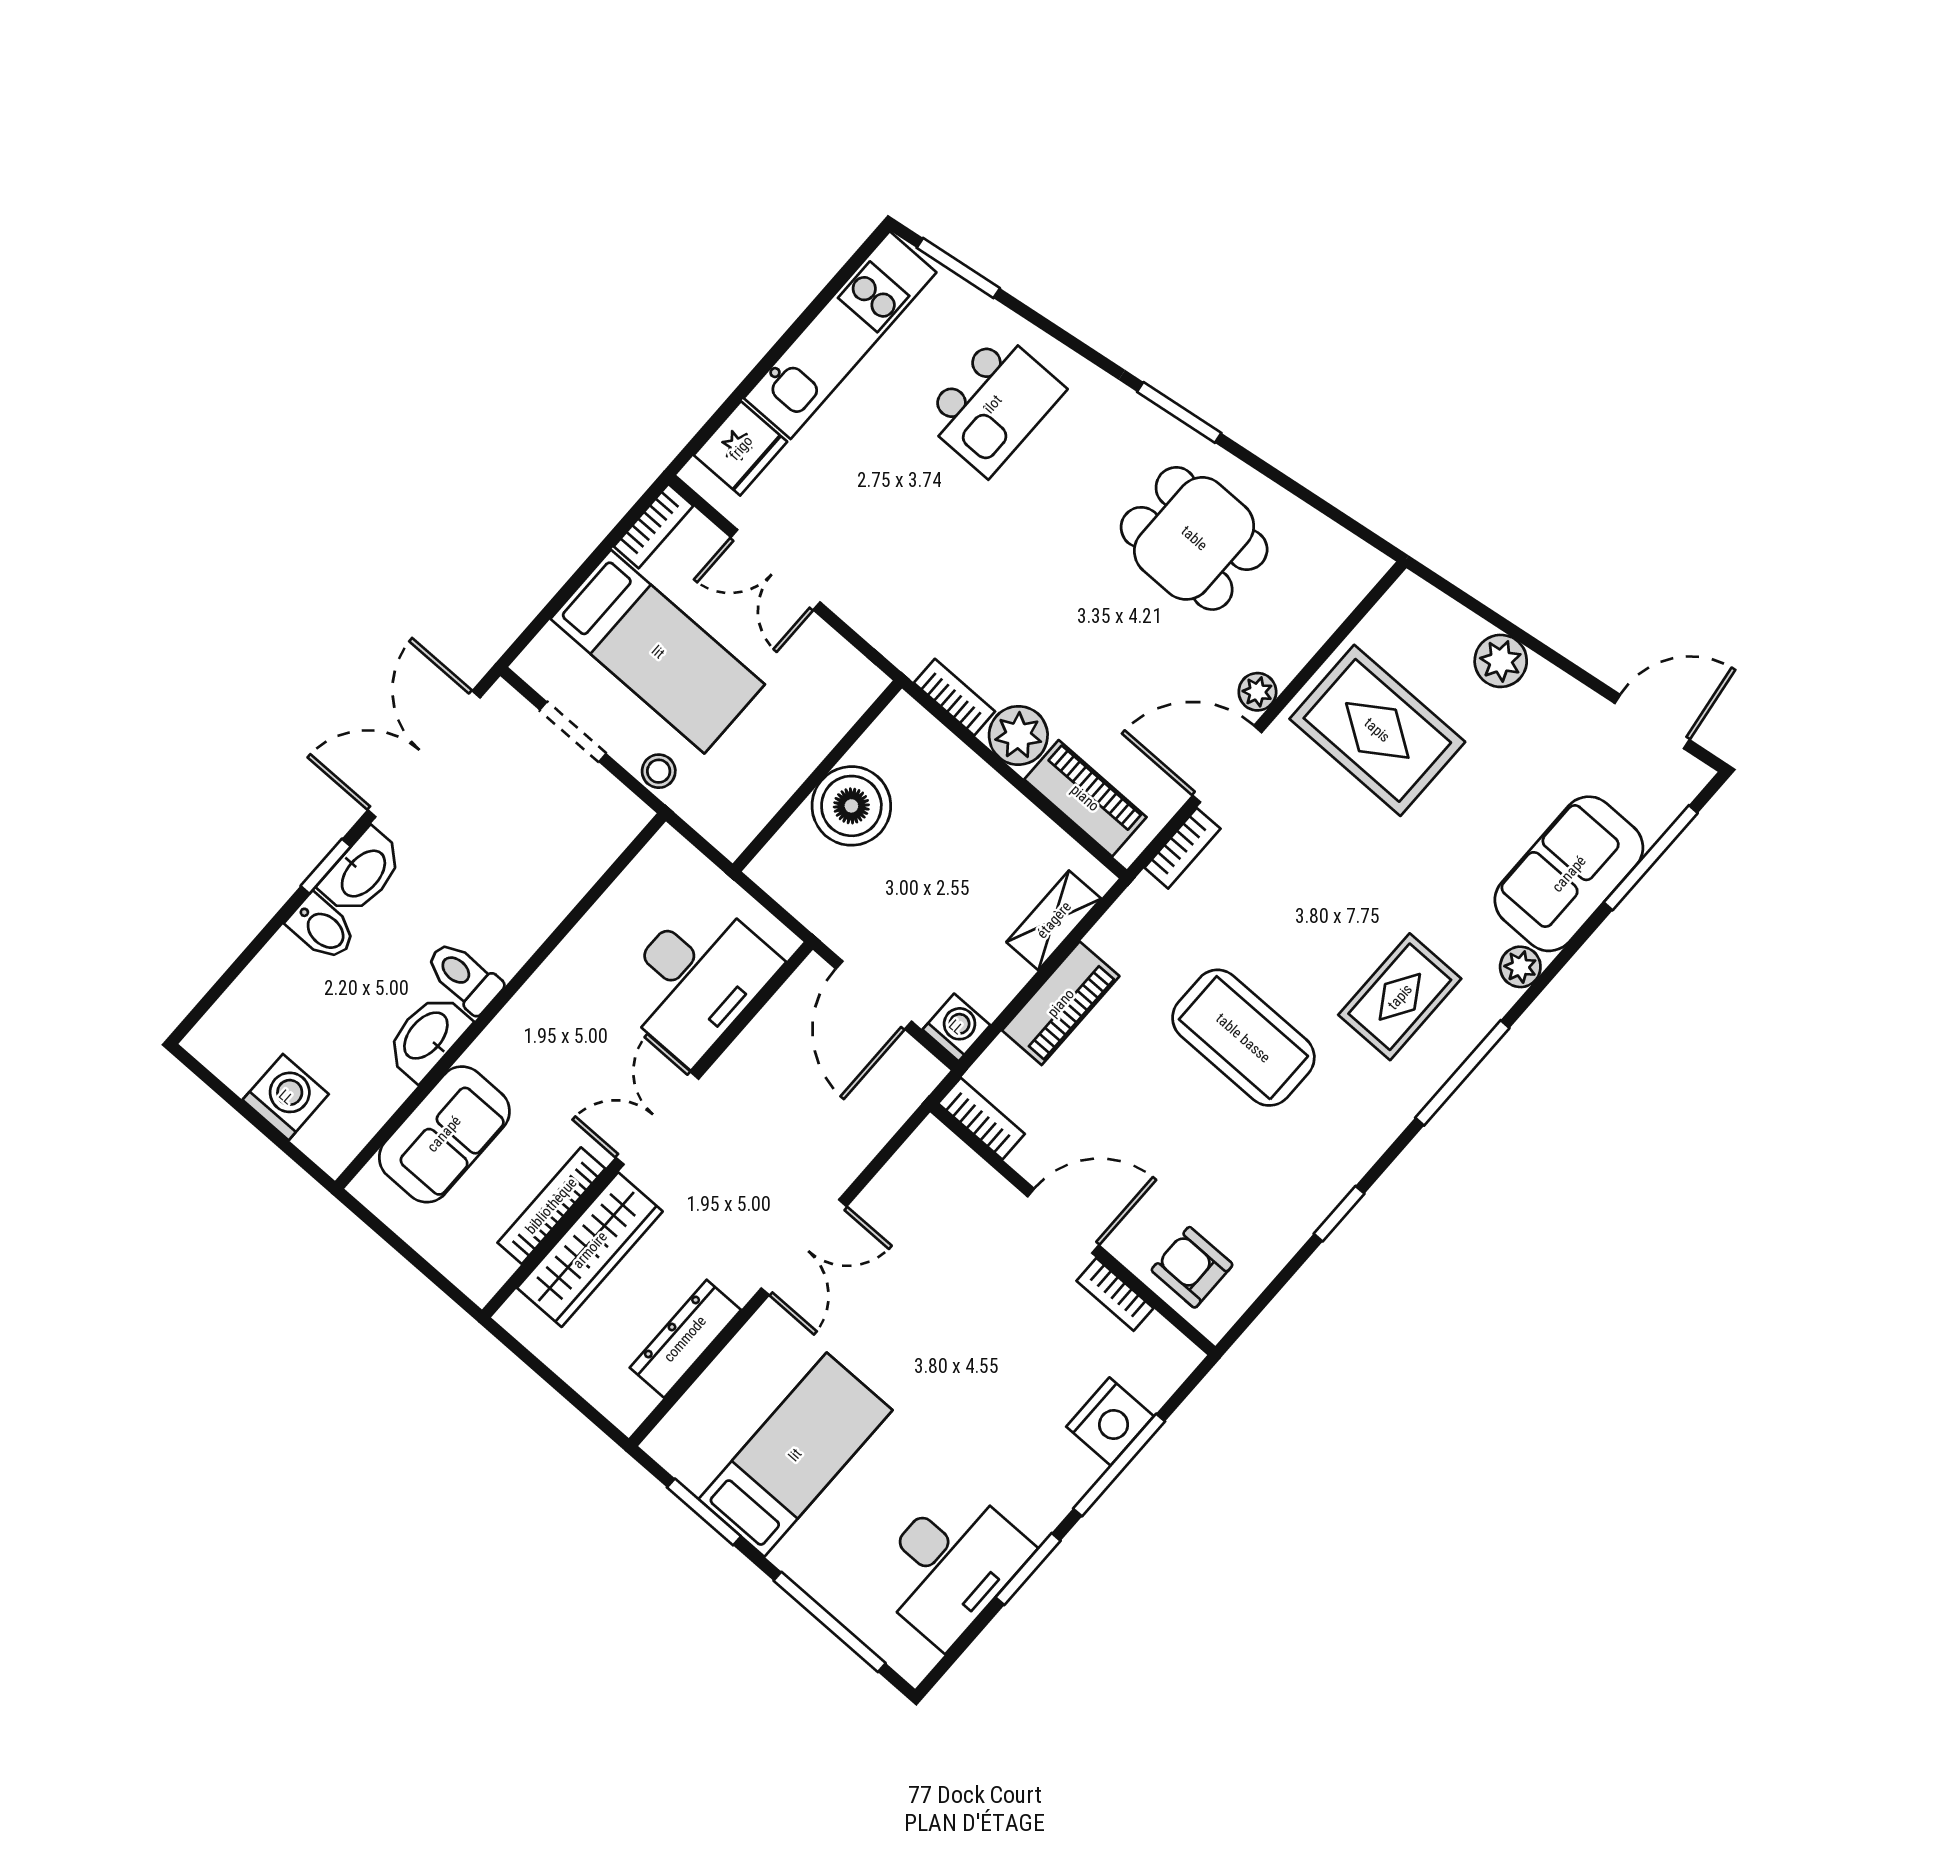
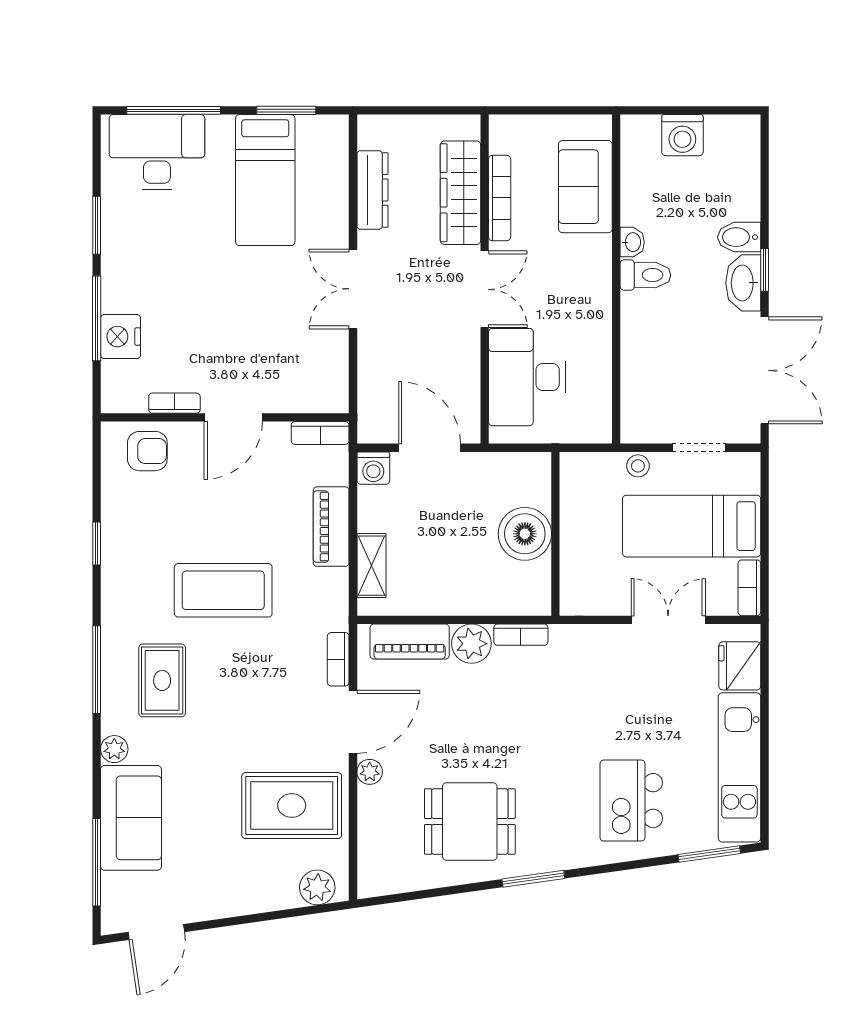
plant: (1501, 661) -> (317, 887), moved
washbasin: (427, 1037) -> (632, 242), width x0.52, depth x0.69
desk: (950, 1565) -> (157, 152), moved, turned 90

